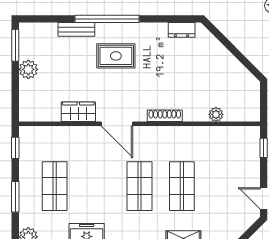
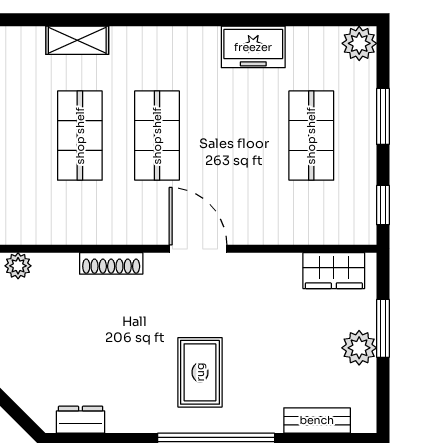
bench: (76, 29) -> (317, 420), moved
window: (15, 45) -> (383, 328), moved
rug: (116, 56) -> (200, 372), turned 90
wardrobe: (78, 112) -> (334, 271), moved

